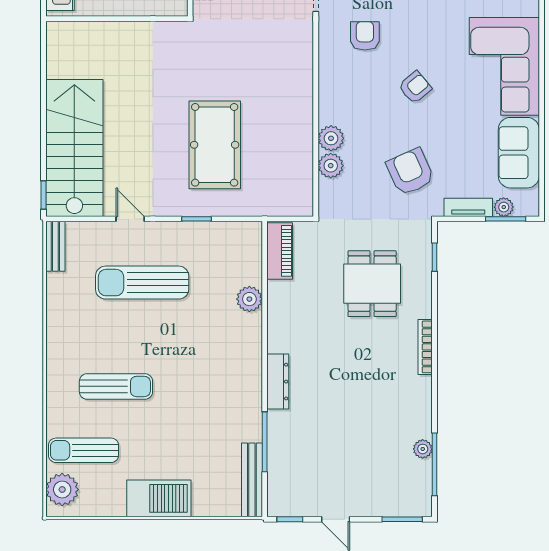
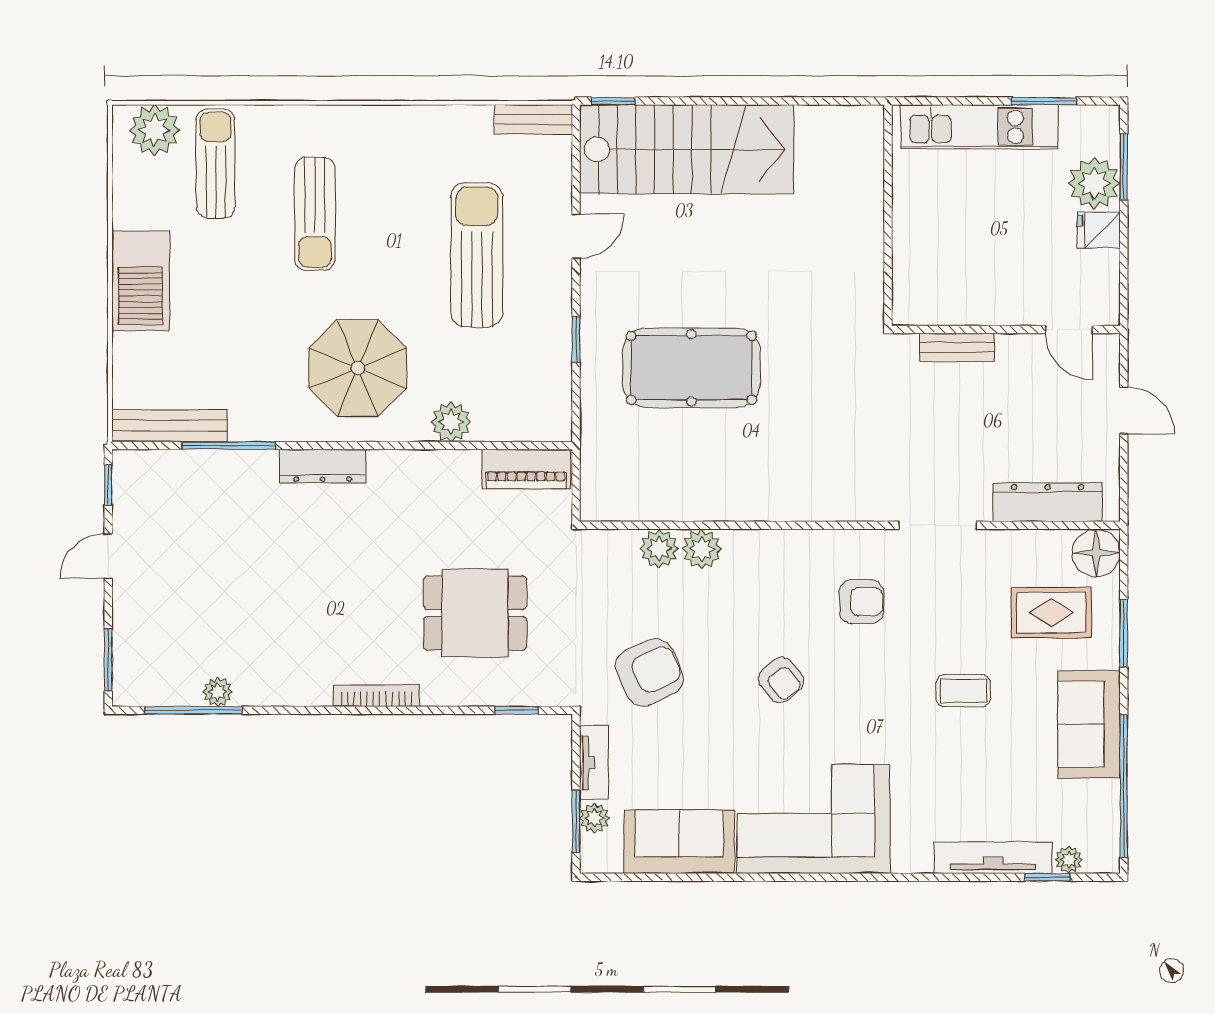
parasol: (215, 359) -> (358, 368), added

